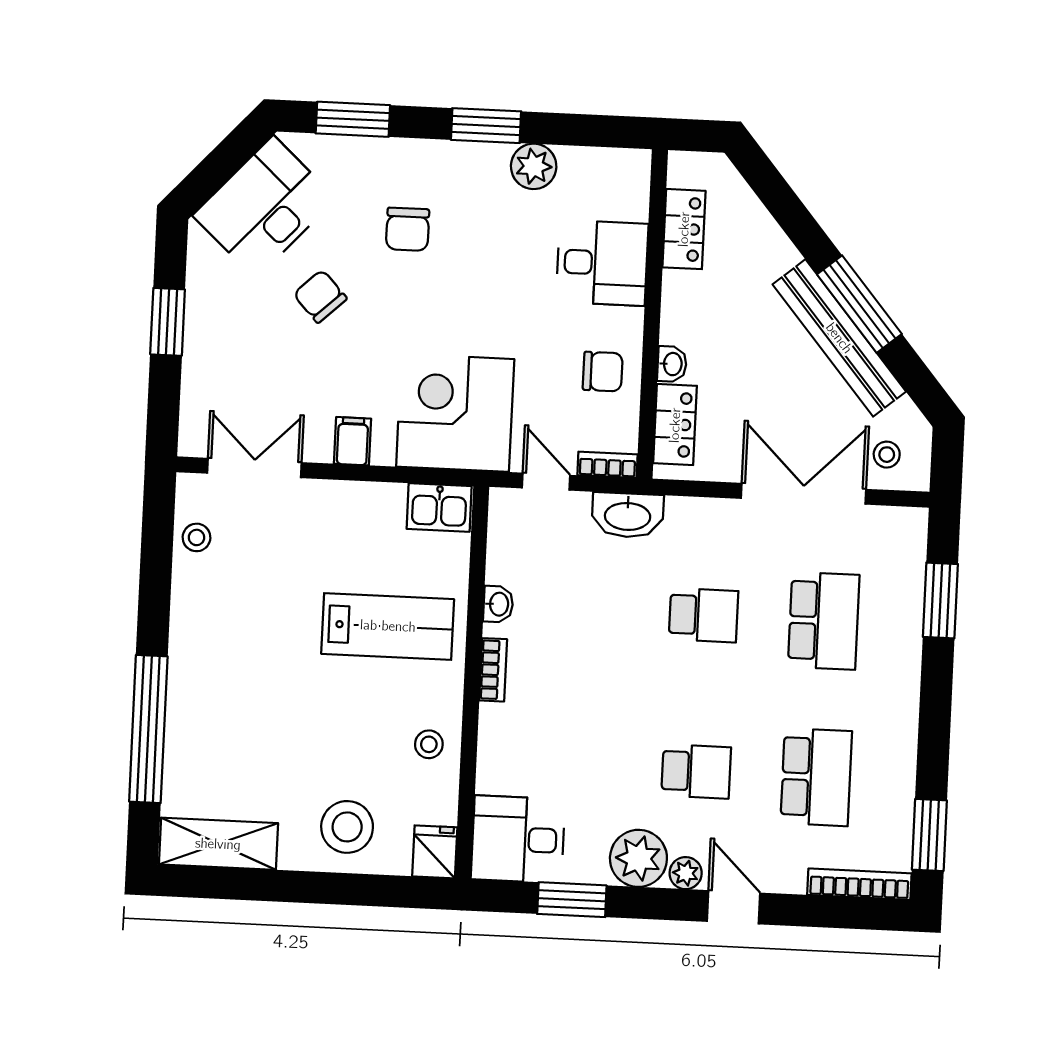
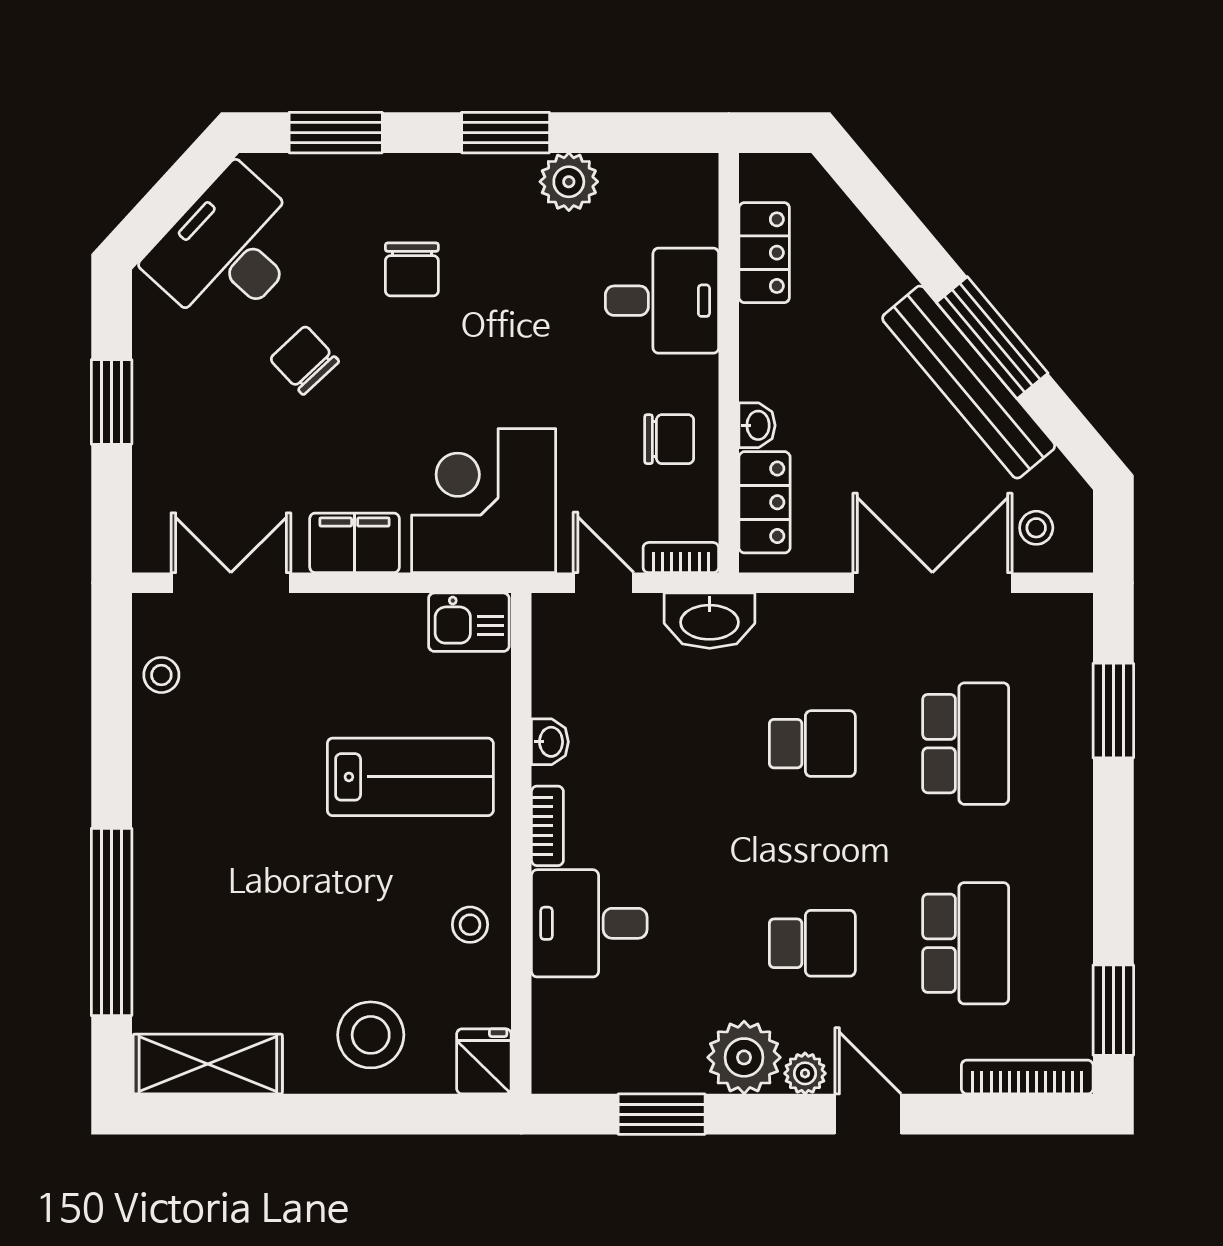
filing cabinet: (353, 441) -> (355, 543), width x2.00
desk: (518, 839) -> (589, 923), moved

